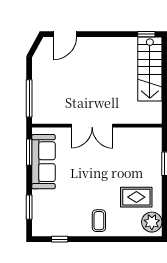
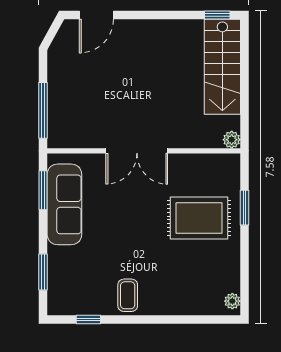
plant: (156, 118) -> (232, 140), added
rug: (136, 197) -> (199, 218), moved, width x1.36, depth x1.43
coffee table: (99, 221) -> (128, 295), moved
plant: (152, 222) -> (232, 301), width x0.53, depth x0.53

